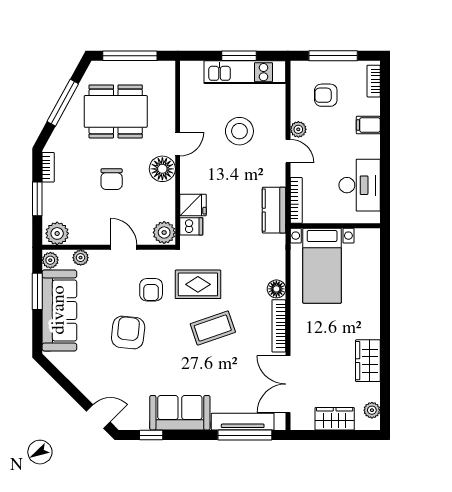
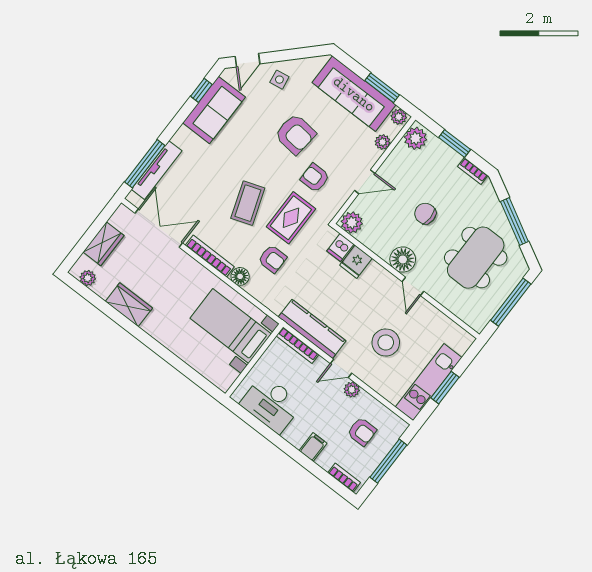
armchair: (326, 95) -> (362, 432), turned 90
kitchen counter: (274, 210) -> (312, 329), width x1.50
armchair: (242, 274) -> (272, 259), added
side table: (94, 379) -> (279, 80), added
sofa: (180, 413) -> (214, 110), moved

